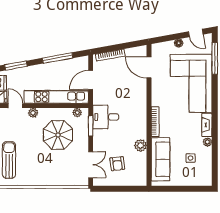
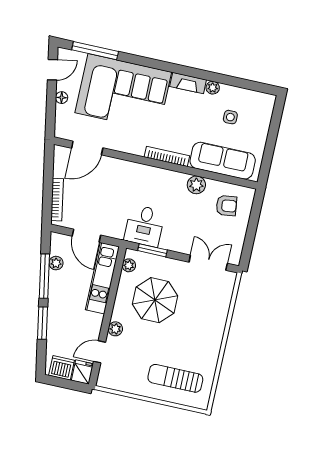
plant: (68, 64) -> (56, 263), added
window: (16, 66) -> (43, 323), moved
kitchen unit: (56, 97) -> (102, 278), width x0.73
armchair: (117, 164) -> (226, 206), moved

